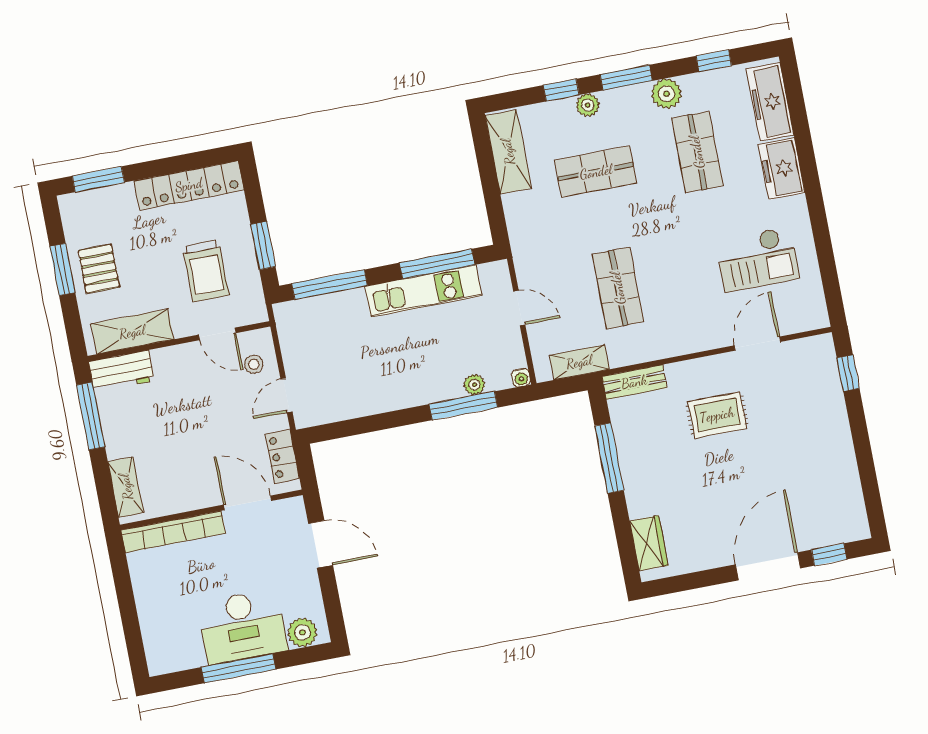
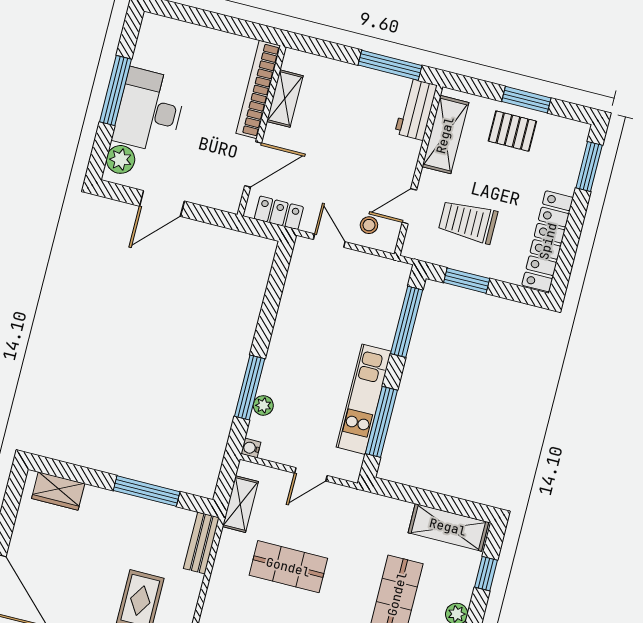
window: (561, 90) -> (486, 574), moved
shelving: (126, 487) -> (285, 99), moved, turned 90
door: (321, 544) -> (162, 204), moved

